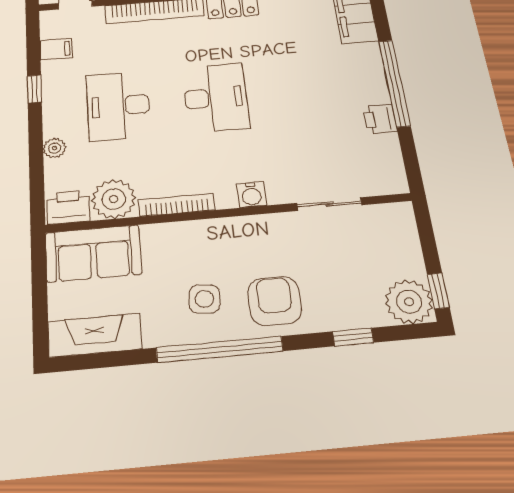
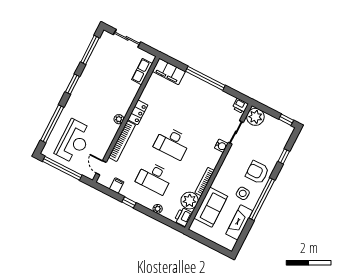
desk: (216, 98) -> (172, 143), turned 180
printer: (380, 119) -> (240, 106), moved
water cooler: (251, 195) -> (221, 146), moved
sofa: (93, 253) -> (211, 207), moved
plant: (409, 302) -> (255, 117), moved
fireplace: (95, 335) -> (239, 222), moved

